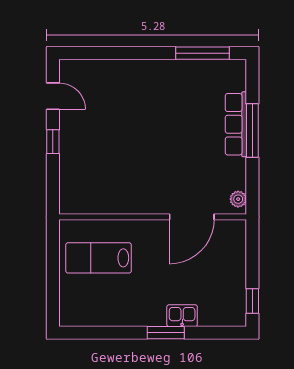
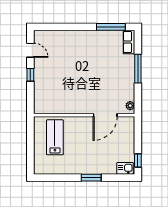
row of seats: (236, 124) -> (129, 42), moved, width x0.68
lab bench: (99, 258) -> (55, 137), turned 90
kitchen sink: (182, 316) -> (125, 168), moved

